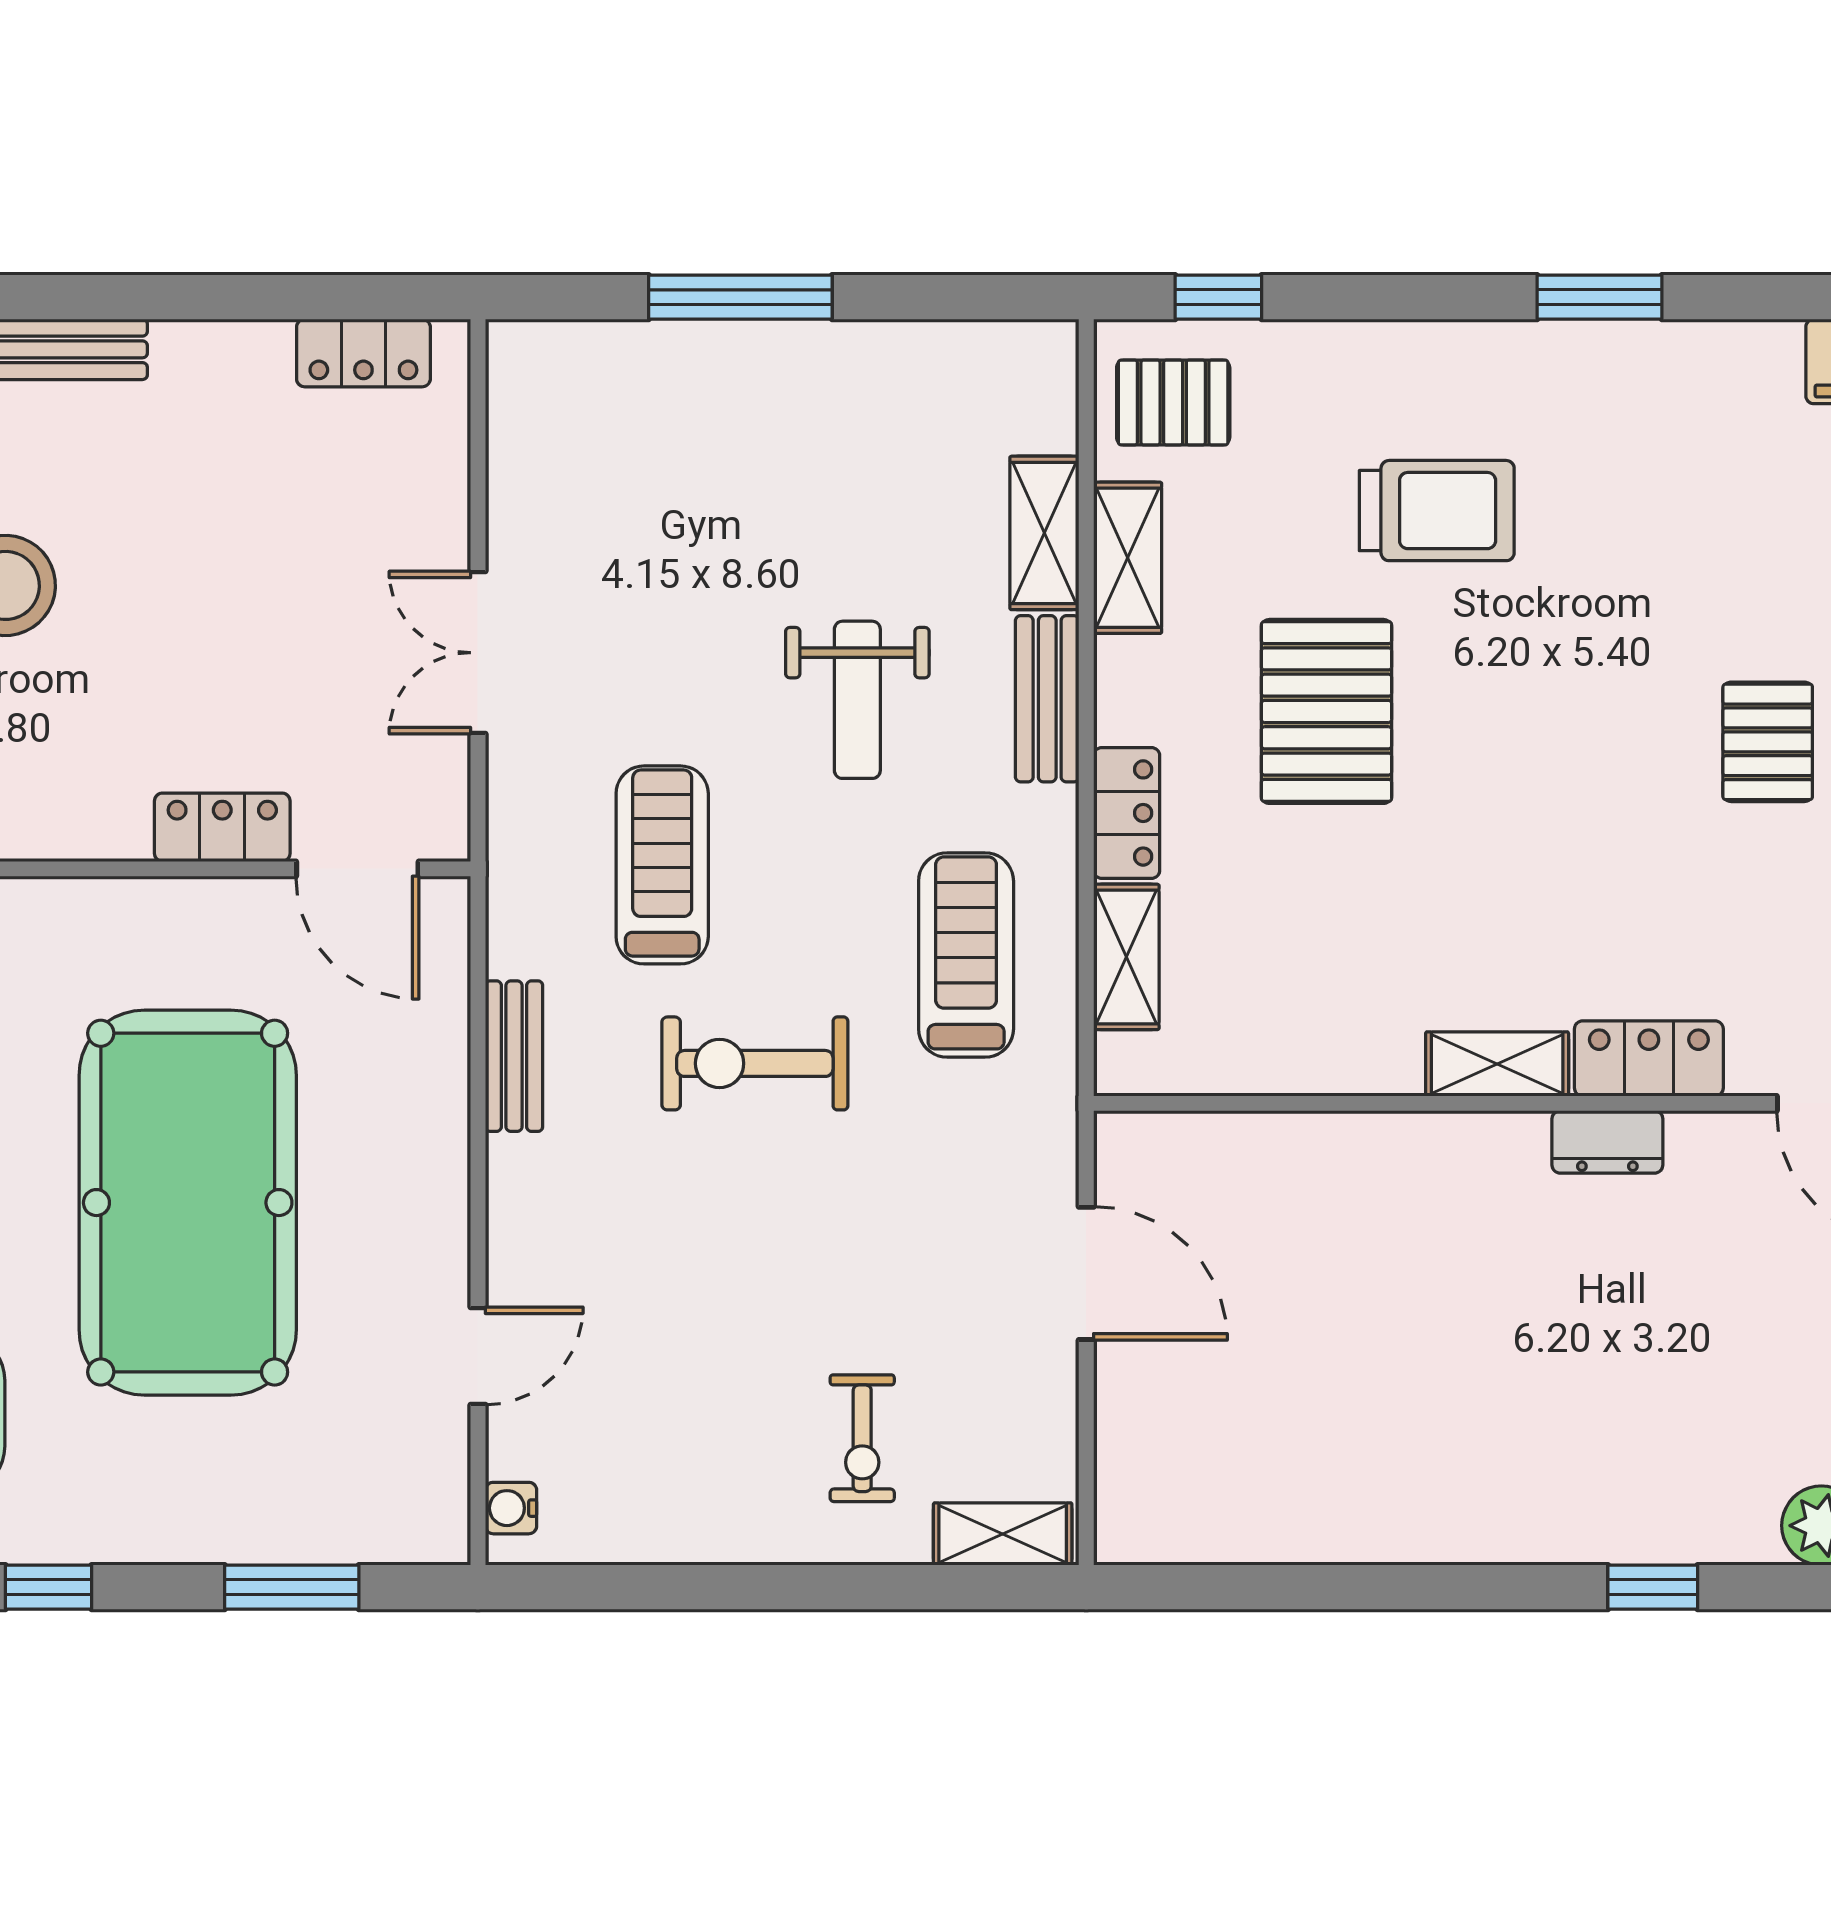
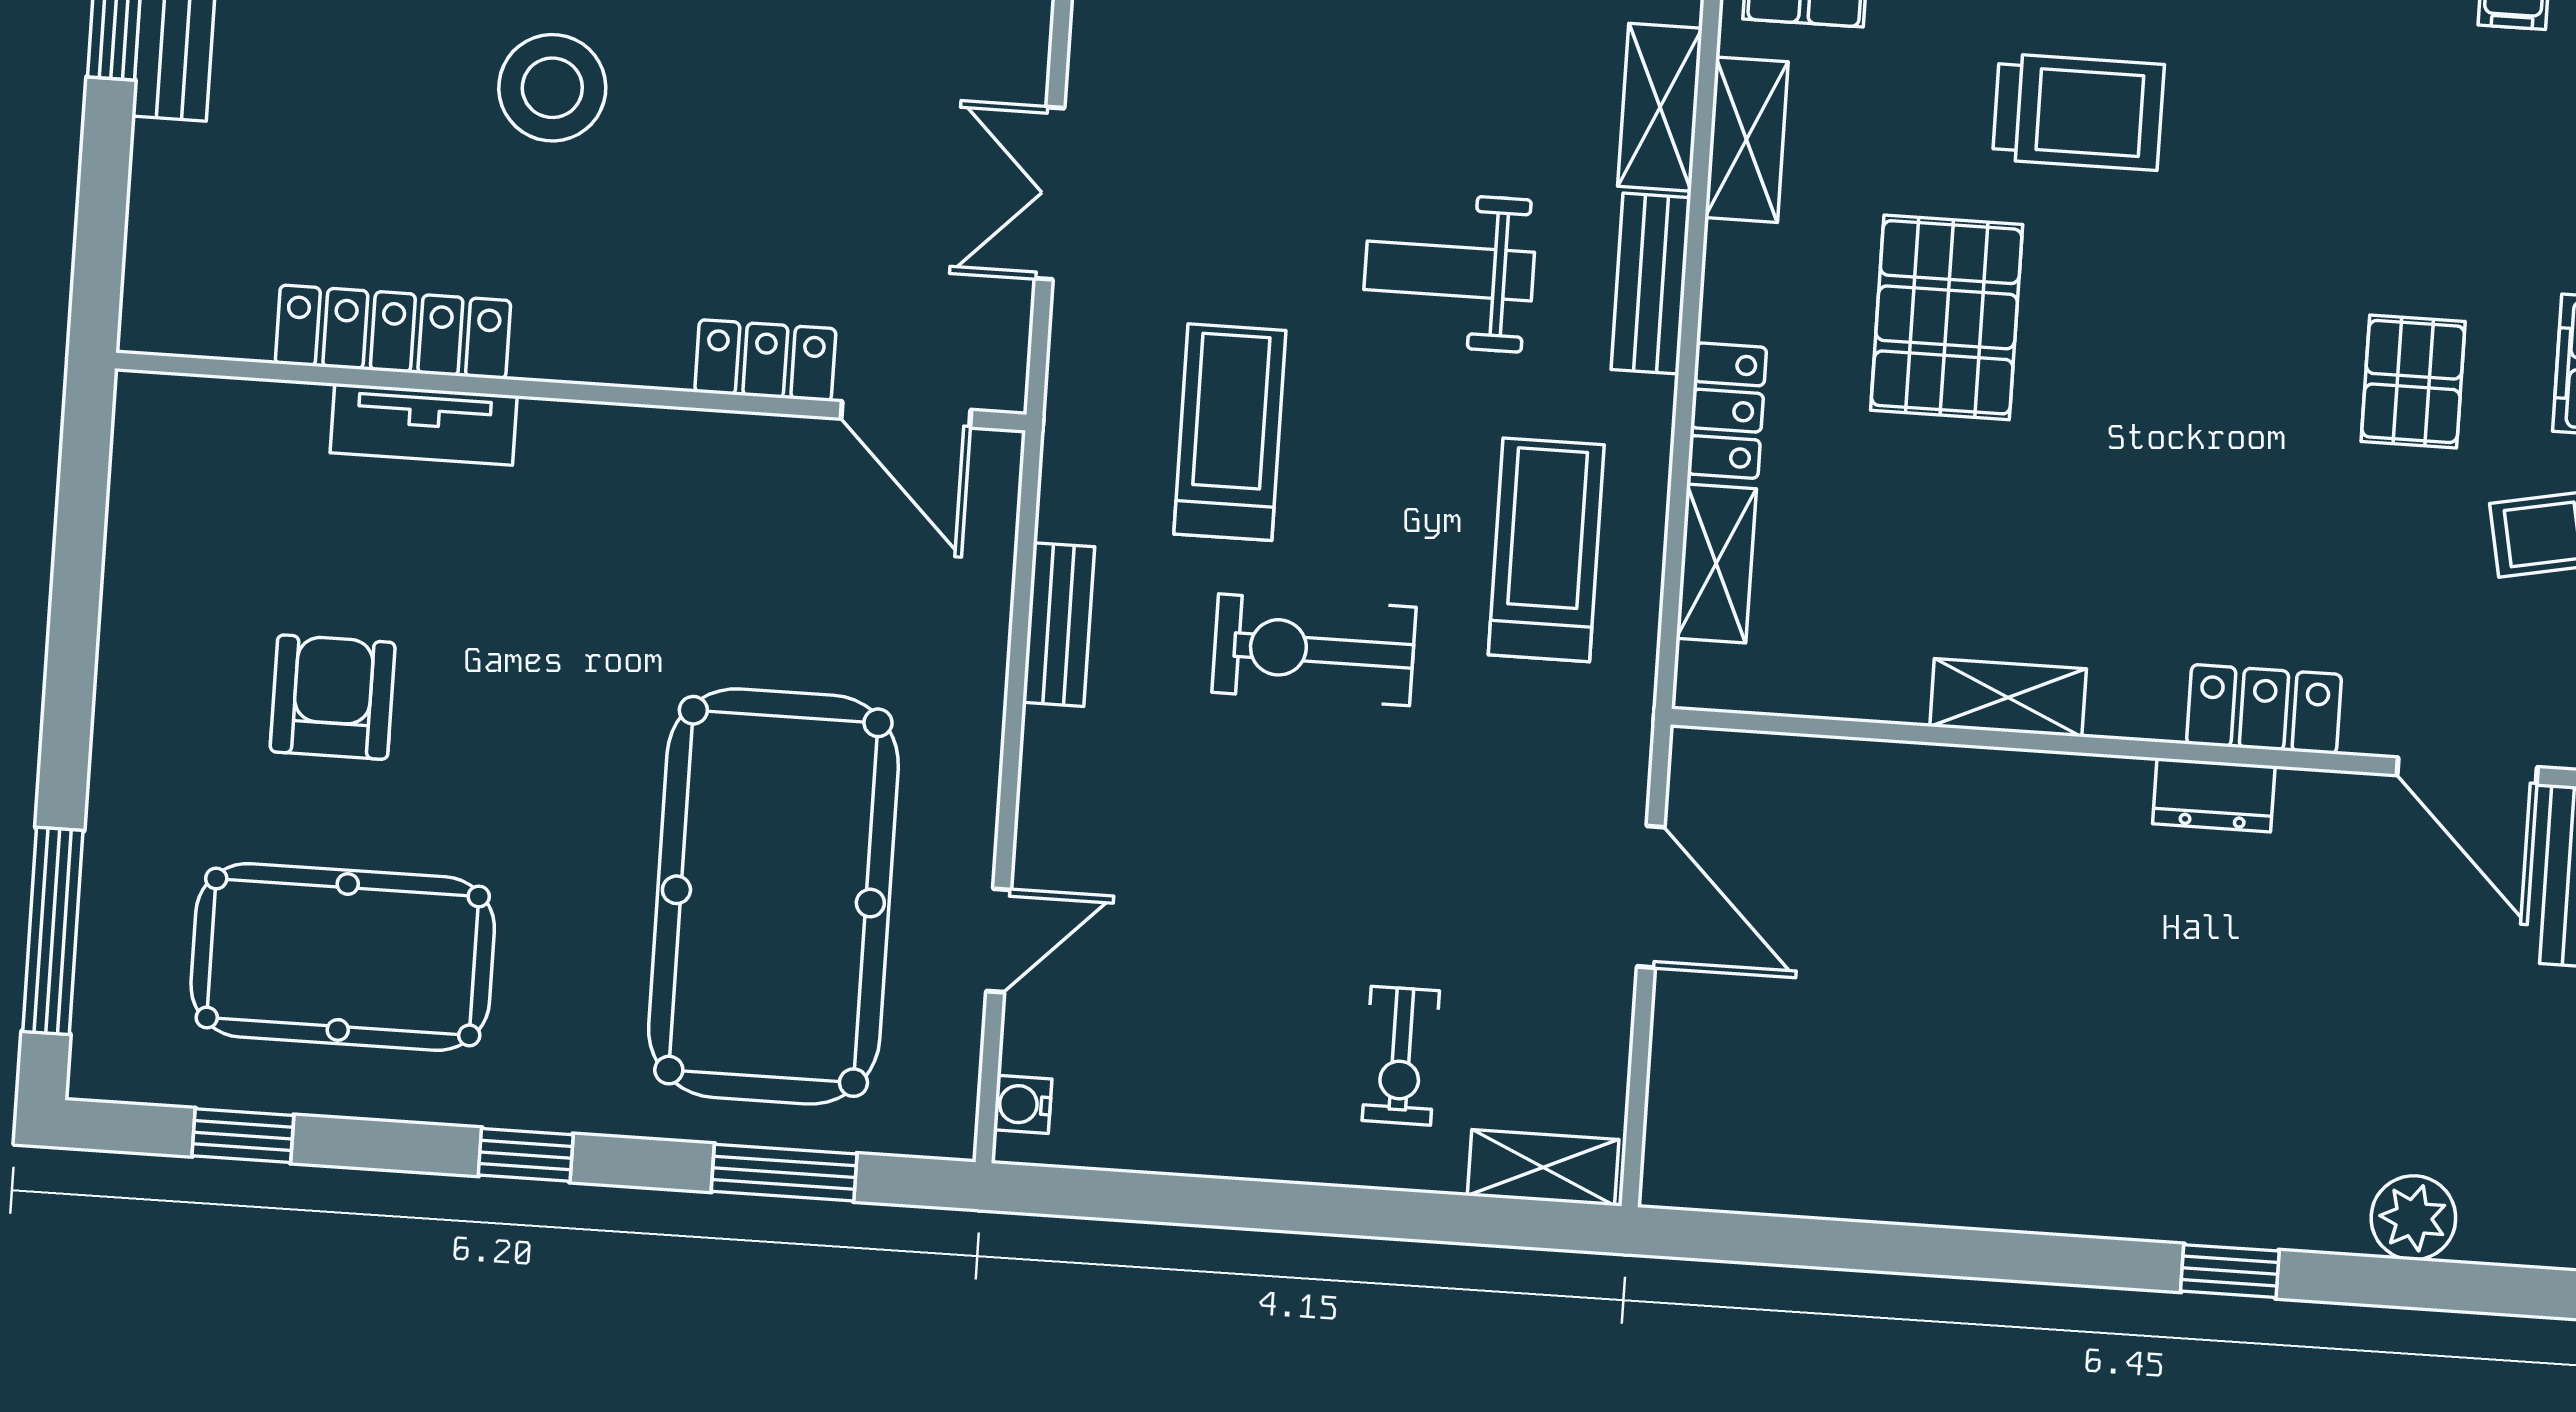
weight bench: (857, 700) -> (1449, 271), turned 90
shelving: (1497, 1064) -> (2008, 698), moved
pool table: (188, 1203) -> (773, 896), moved

